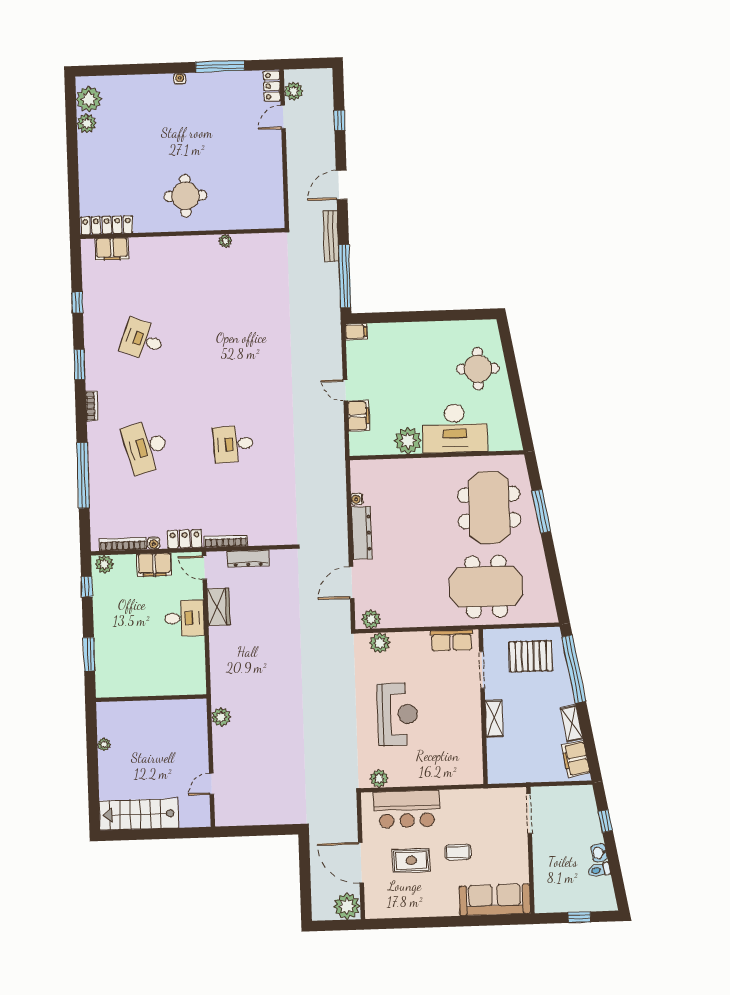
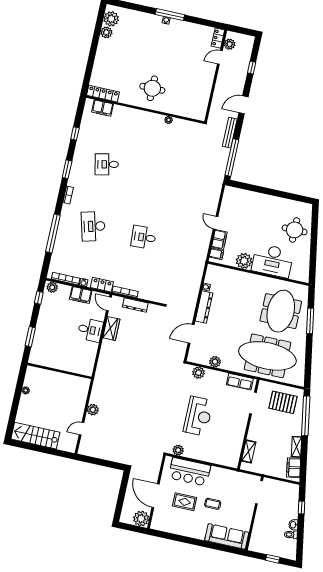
window: (220, 66) -> (170, 15), moved
filing cabinet: (356, 332) -> (216, 254), moved
desk: (142, 340) -> (107, 164), turned -33
meeting table: (486, 587) -> (267, 356), width x1.36
plant: (371, 619) -> (215, 362), moved
plant: (221, 717) -> (93, 410), moved
shelving: (494, 718) -> (249, 451), moved

